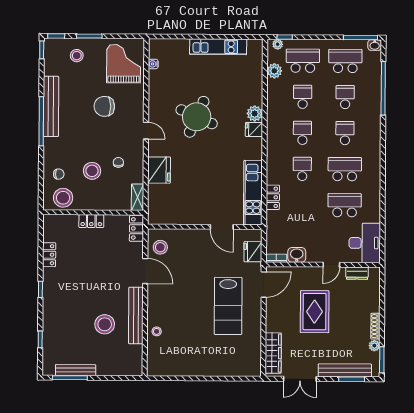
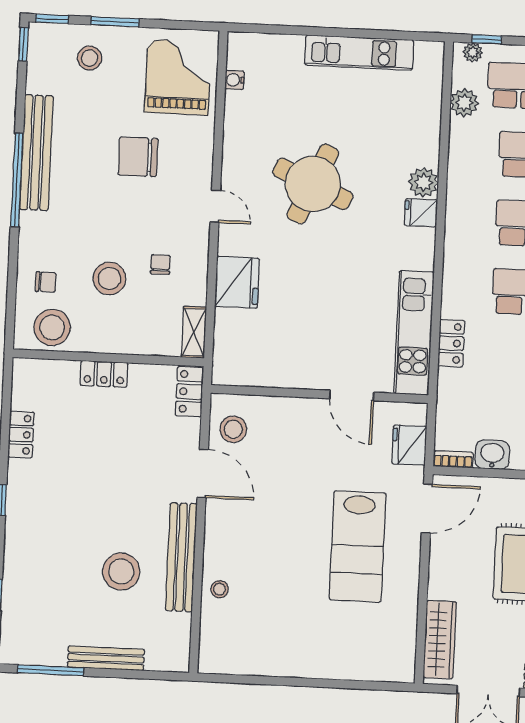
bench: (76, 370) -> (106, 658), moved

